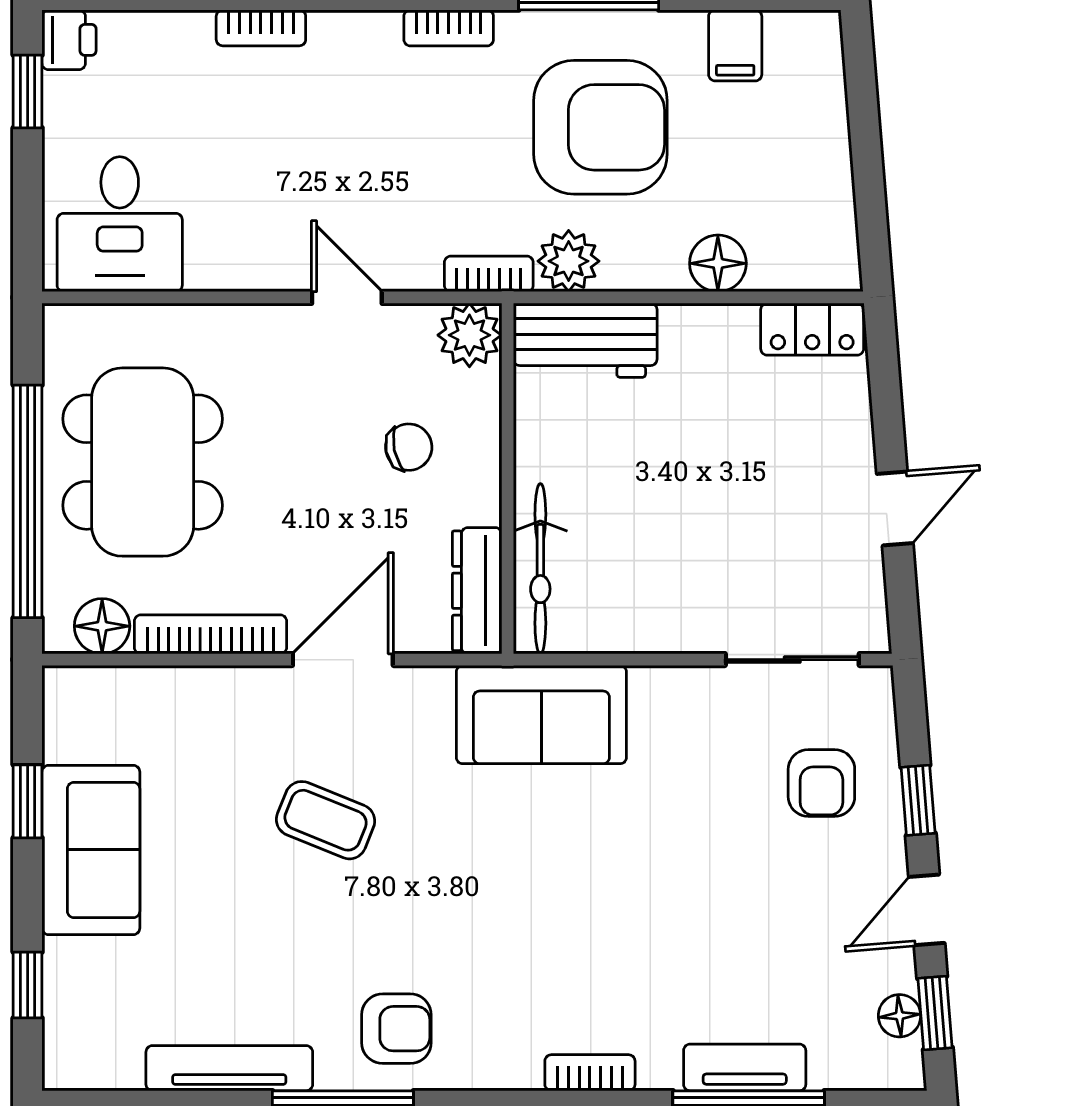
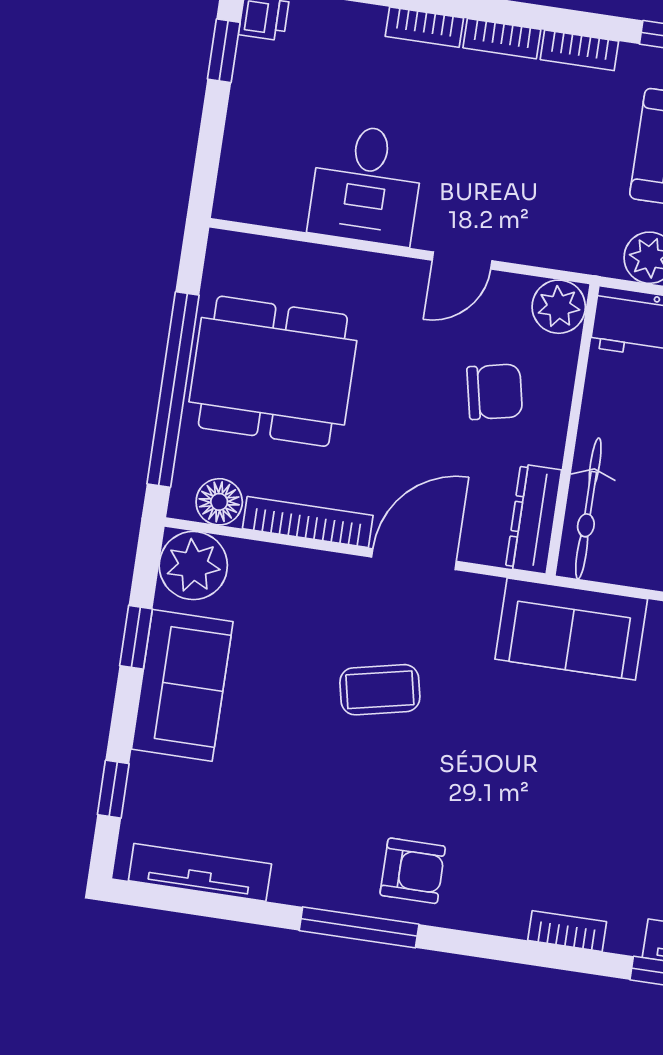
desk: (120, 224) -> (366, 184), moved
bookcase: (489, 274) -> (502, 39), moved, turned 180
door: (347, 297) -> (462, 260), swing flipped
chair: (409, 447) -> (495, 392), width x1.37, depth x1.37
dining table: (143, 462) -> (273, 371), turned 90
plant: (83, 706) -> (193, 566), added
coffee table: (326, 820) -> (380, 690), turned -34
tv unit: (229, 1068) -> (200, 872), moved

